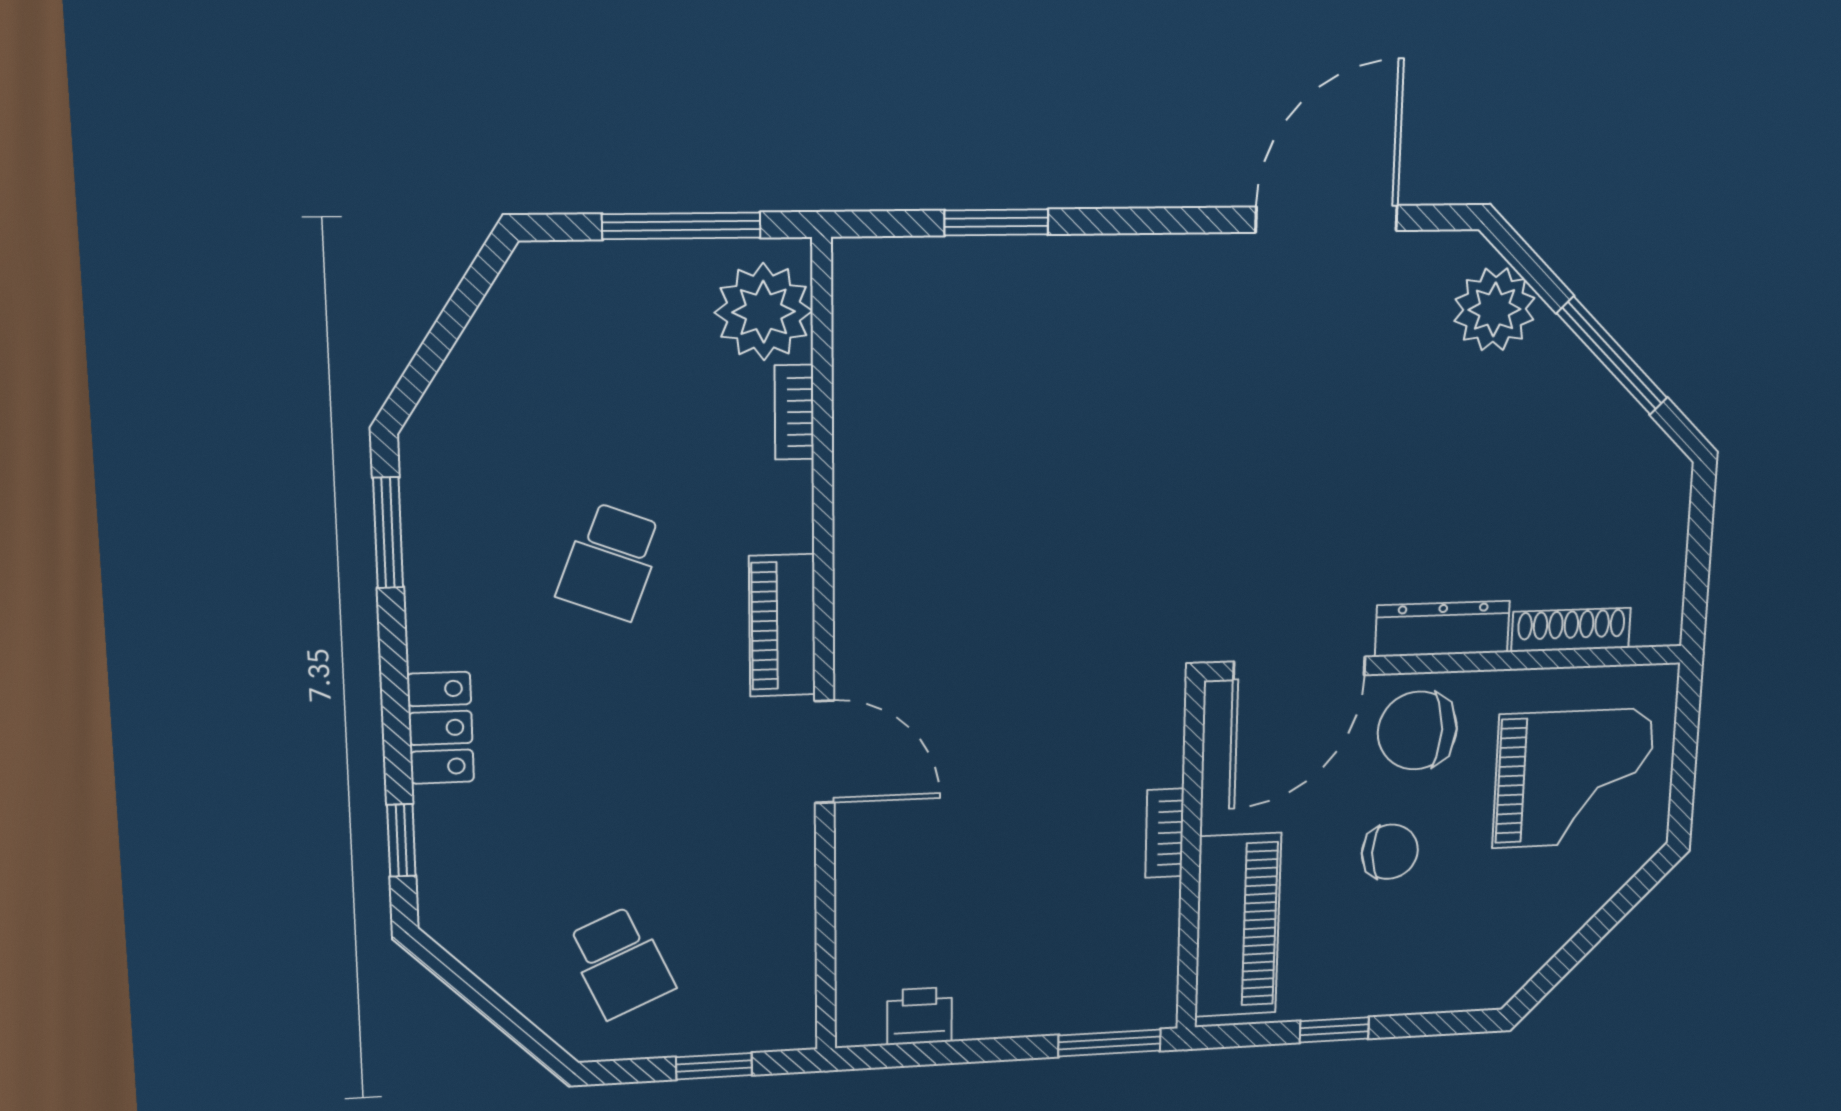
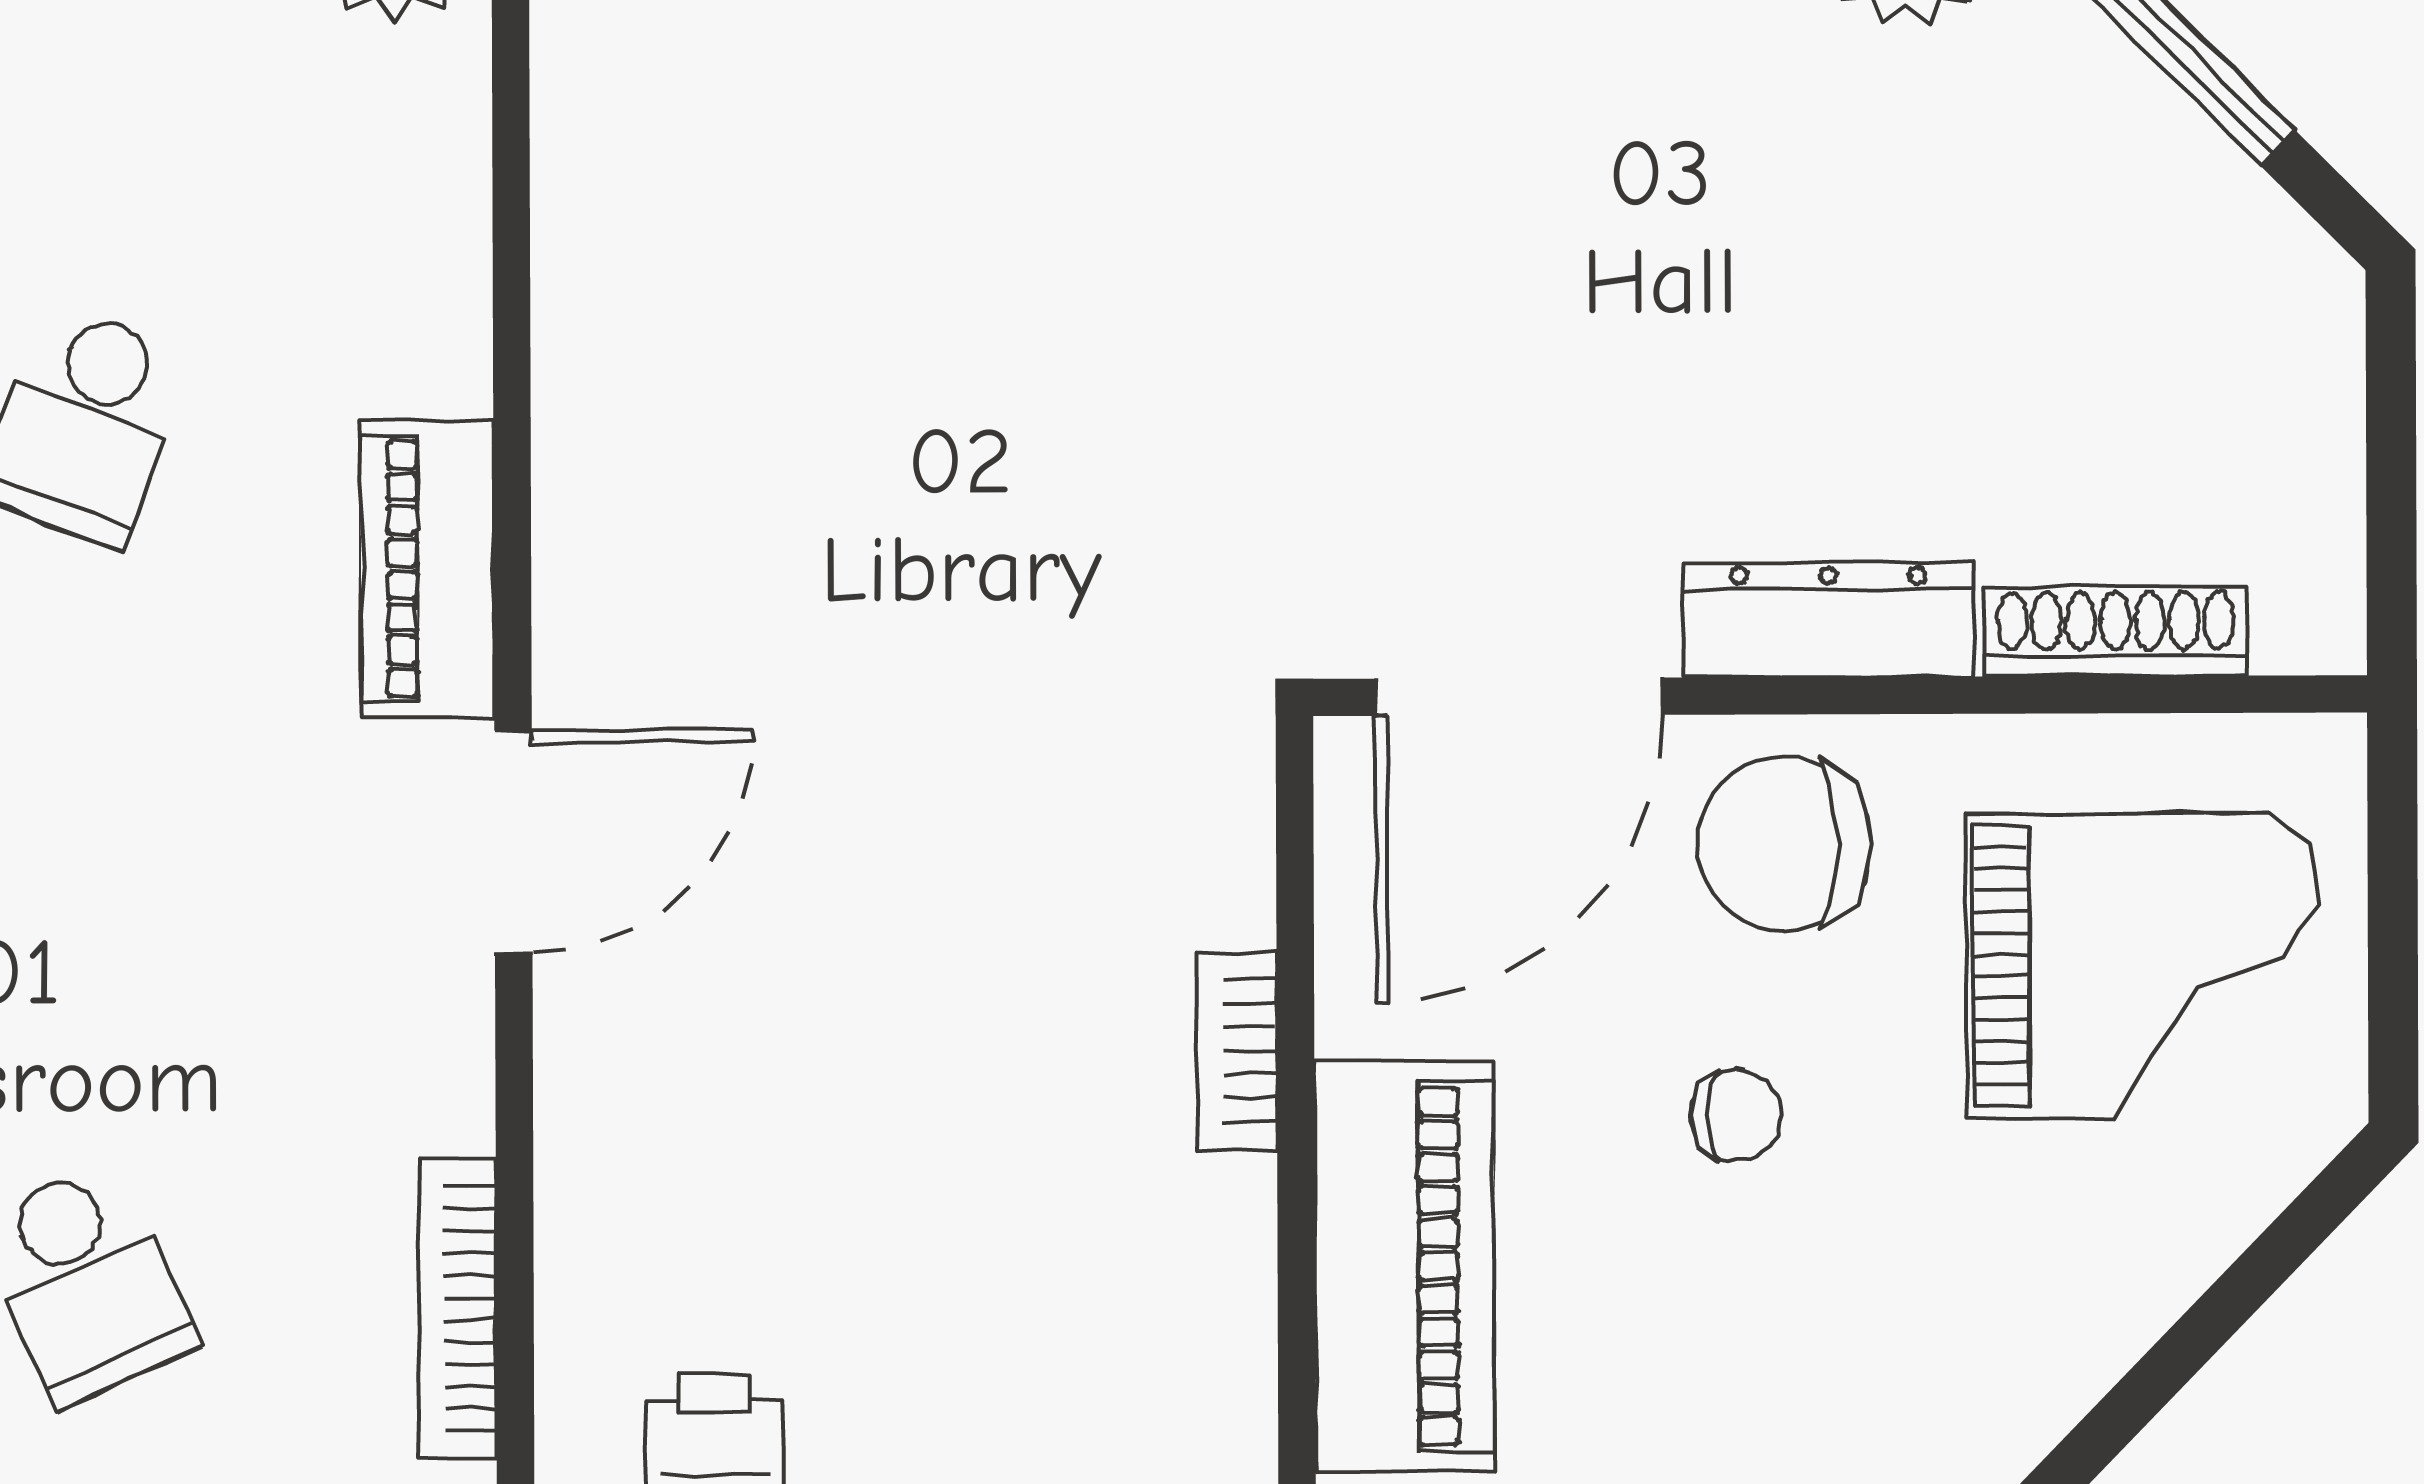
bookcase: (794, 412) -> (458, 1309), moved, width x1.56
door: (824, 752) -> (513, 842), hinge flipped
chair: (1390, 852) -> (1736, 1115), width x0.73, depth x0.73

